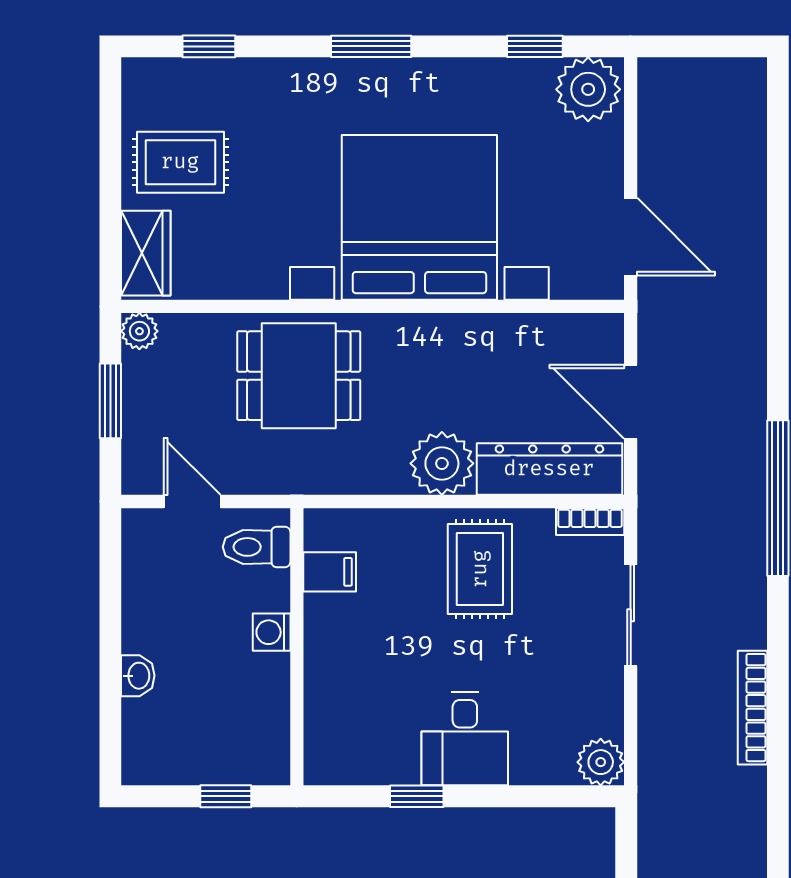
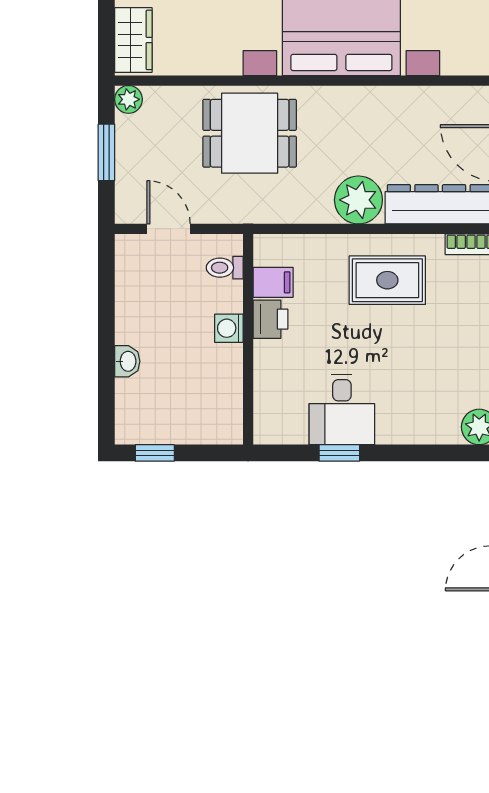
toilet: (257, 547) -> (225, 268), width x0.73, depth x0.72
rug: (480, 569) -> (387, 280), turned 90
printer: (326, 620) -> (270, 319), added
desk: (465, 739) -> (342, 409), moved
window: (226, 796) -> (155, 453), moved

